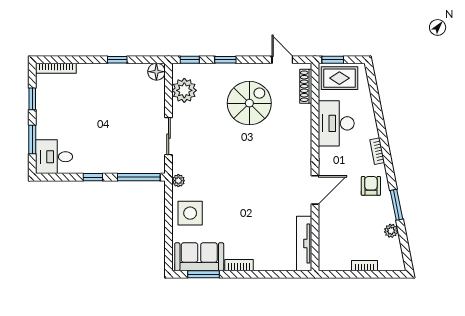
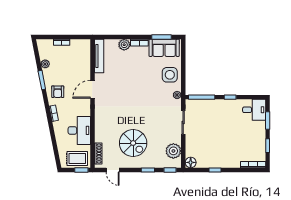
spiral stairs: (249, 103) -> (133, 143), turned -90
plant: (264, 262) -> (124, 45), added

